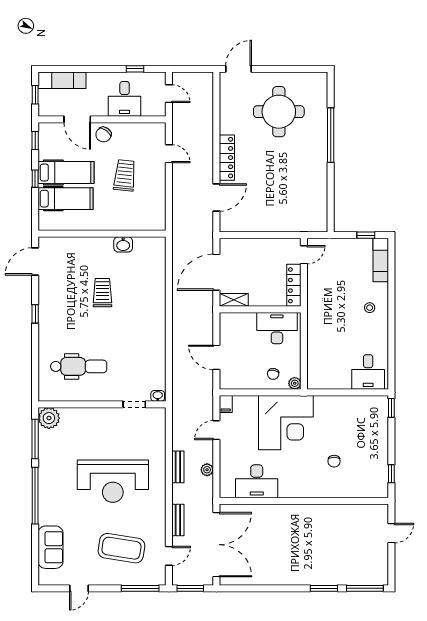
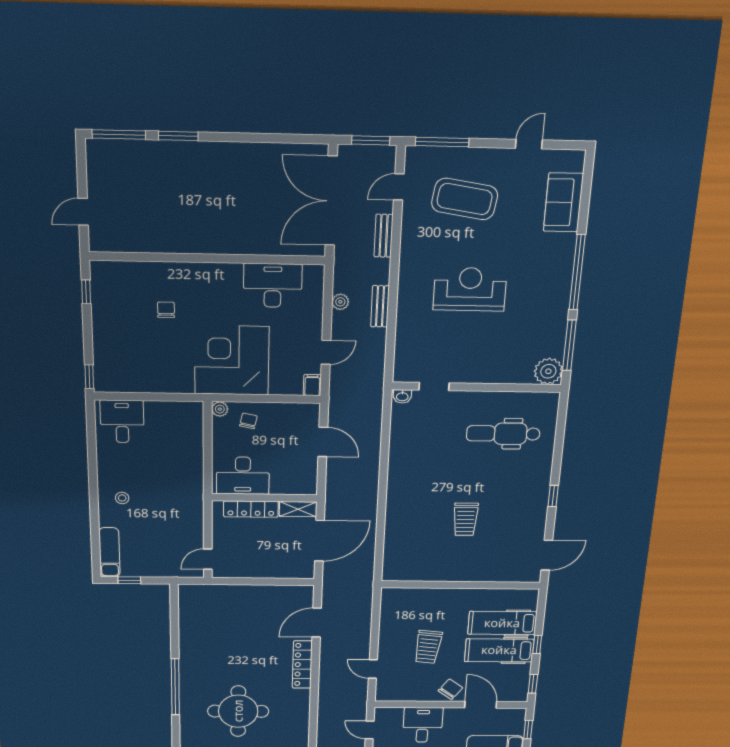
washbasin: (123, 244) -> (435, 573), removed
locker: (294, 285) -> (251, 509), moved, turned 90
reception desk: (113, 481) -> (470, 289), width x0.74, depth x0.77

